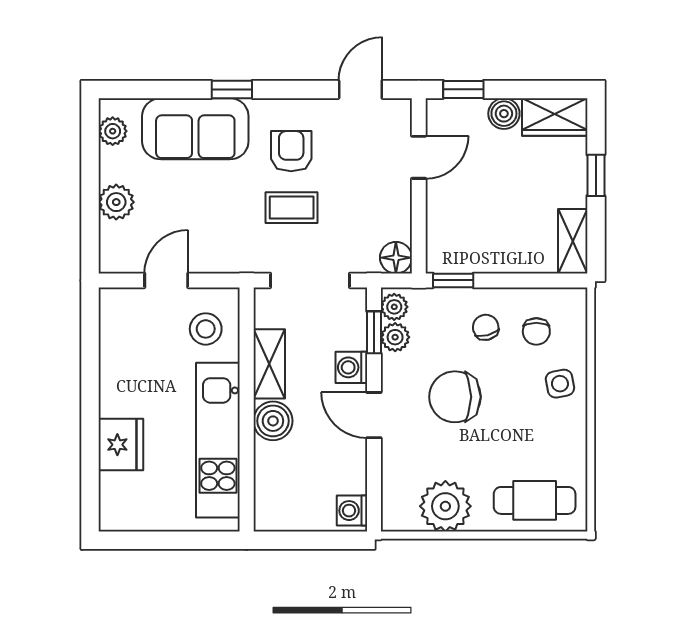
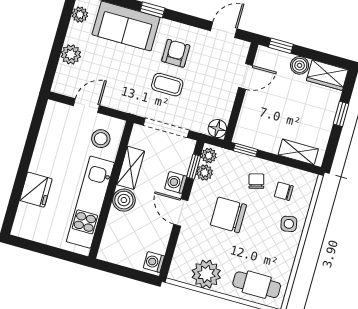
shelving: (573, 241) -> (298, 152), moved, turned 90
chair: (536, 331) -> (284, 191), turned 90

